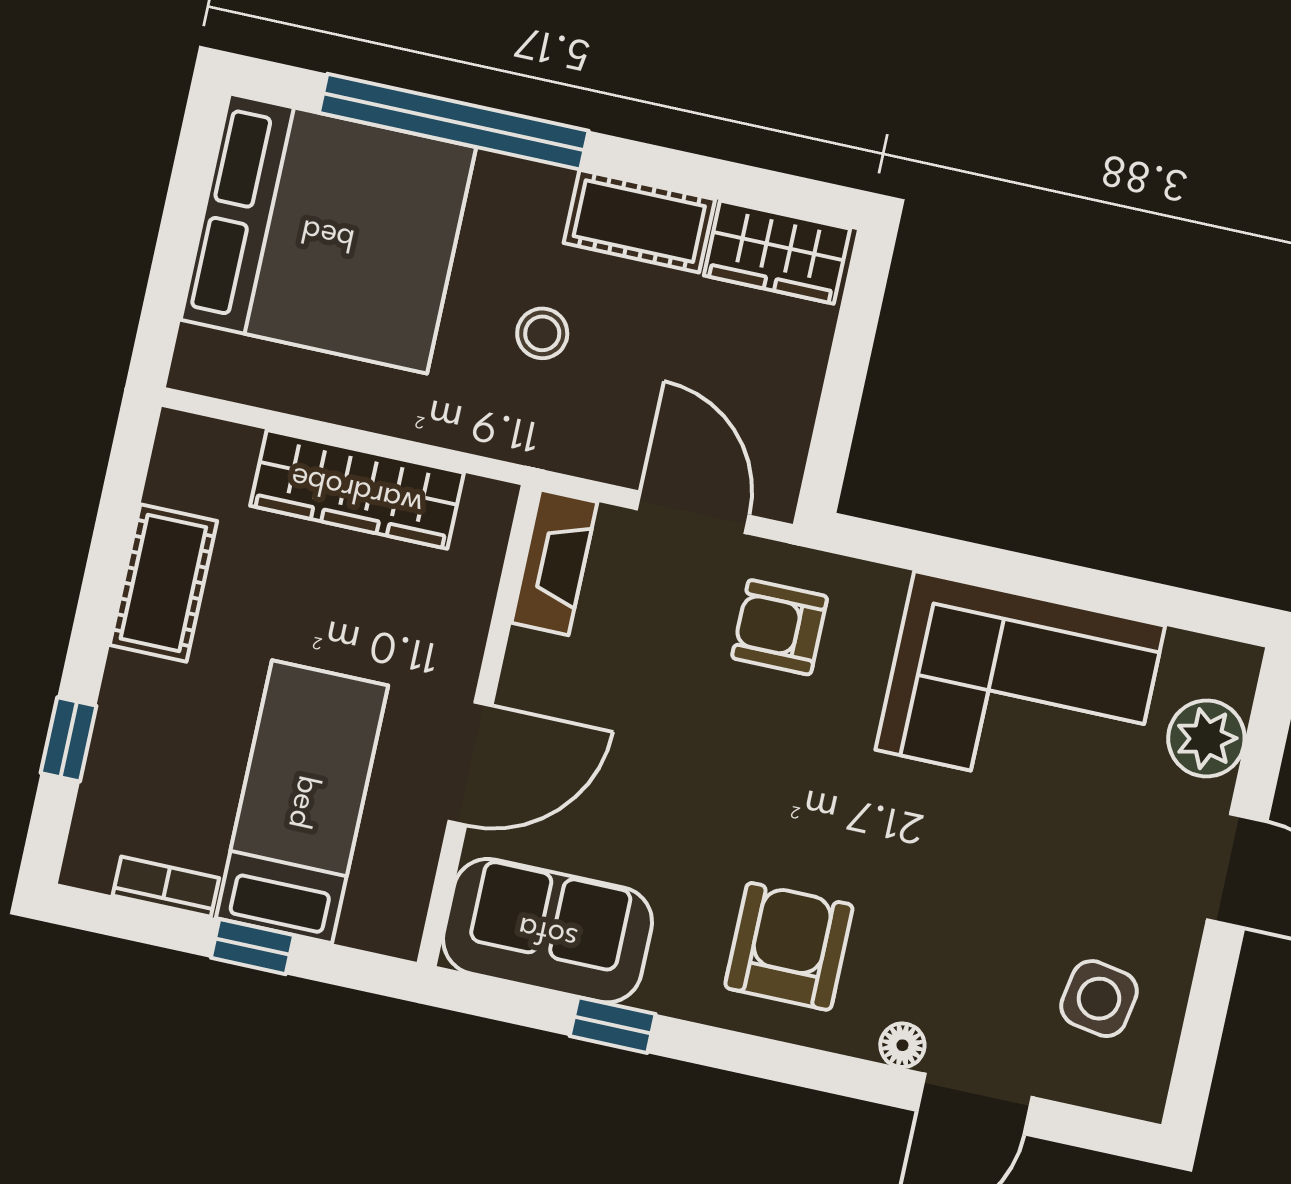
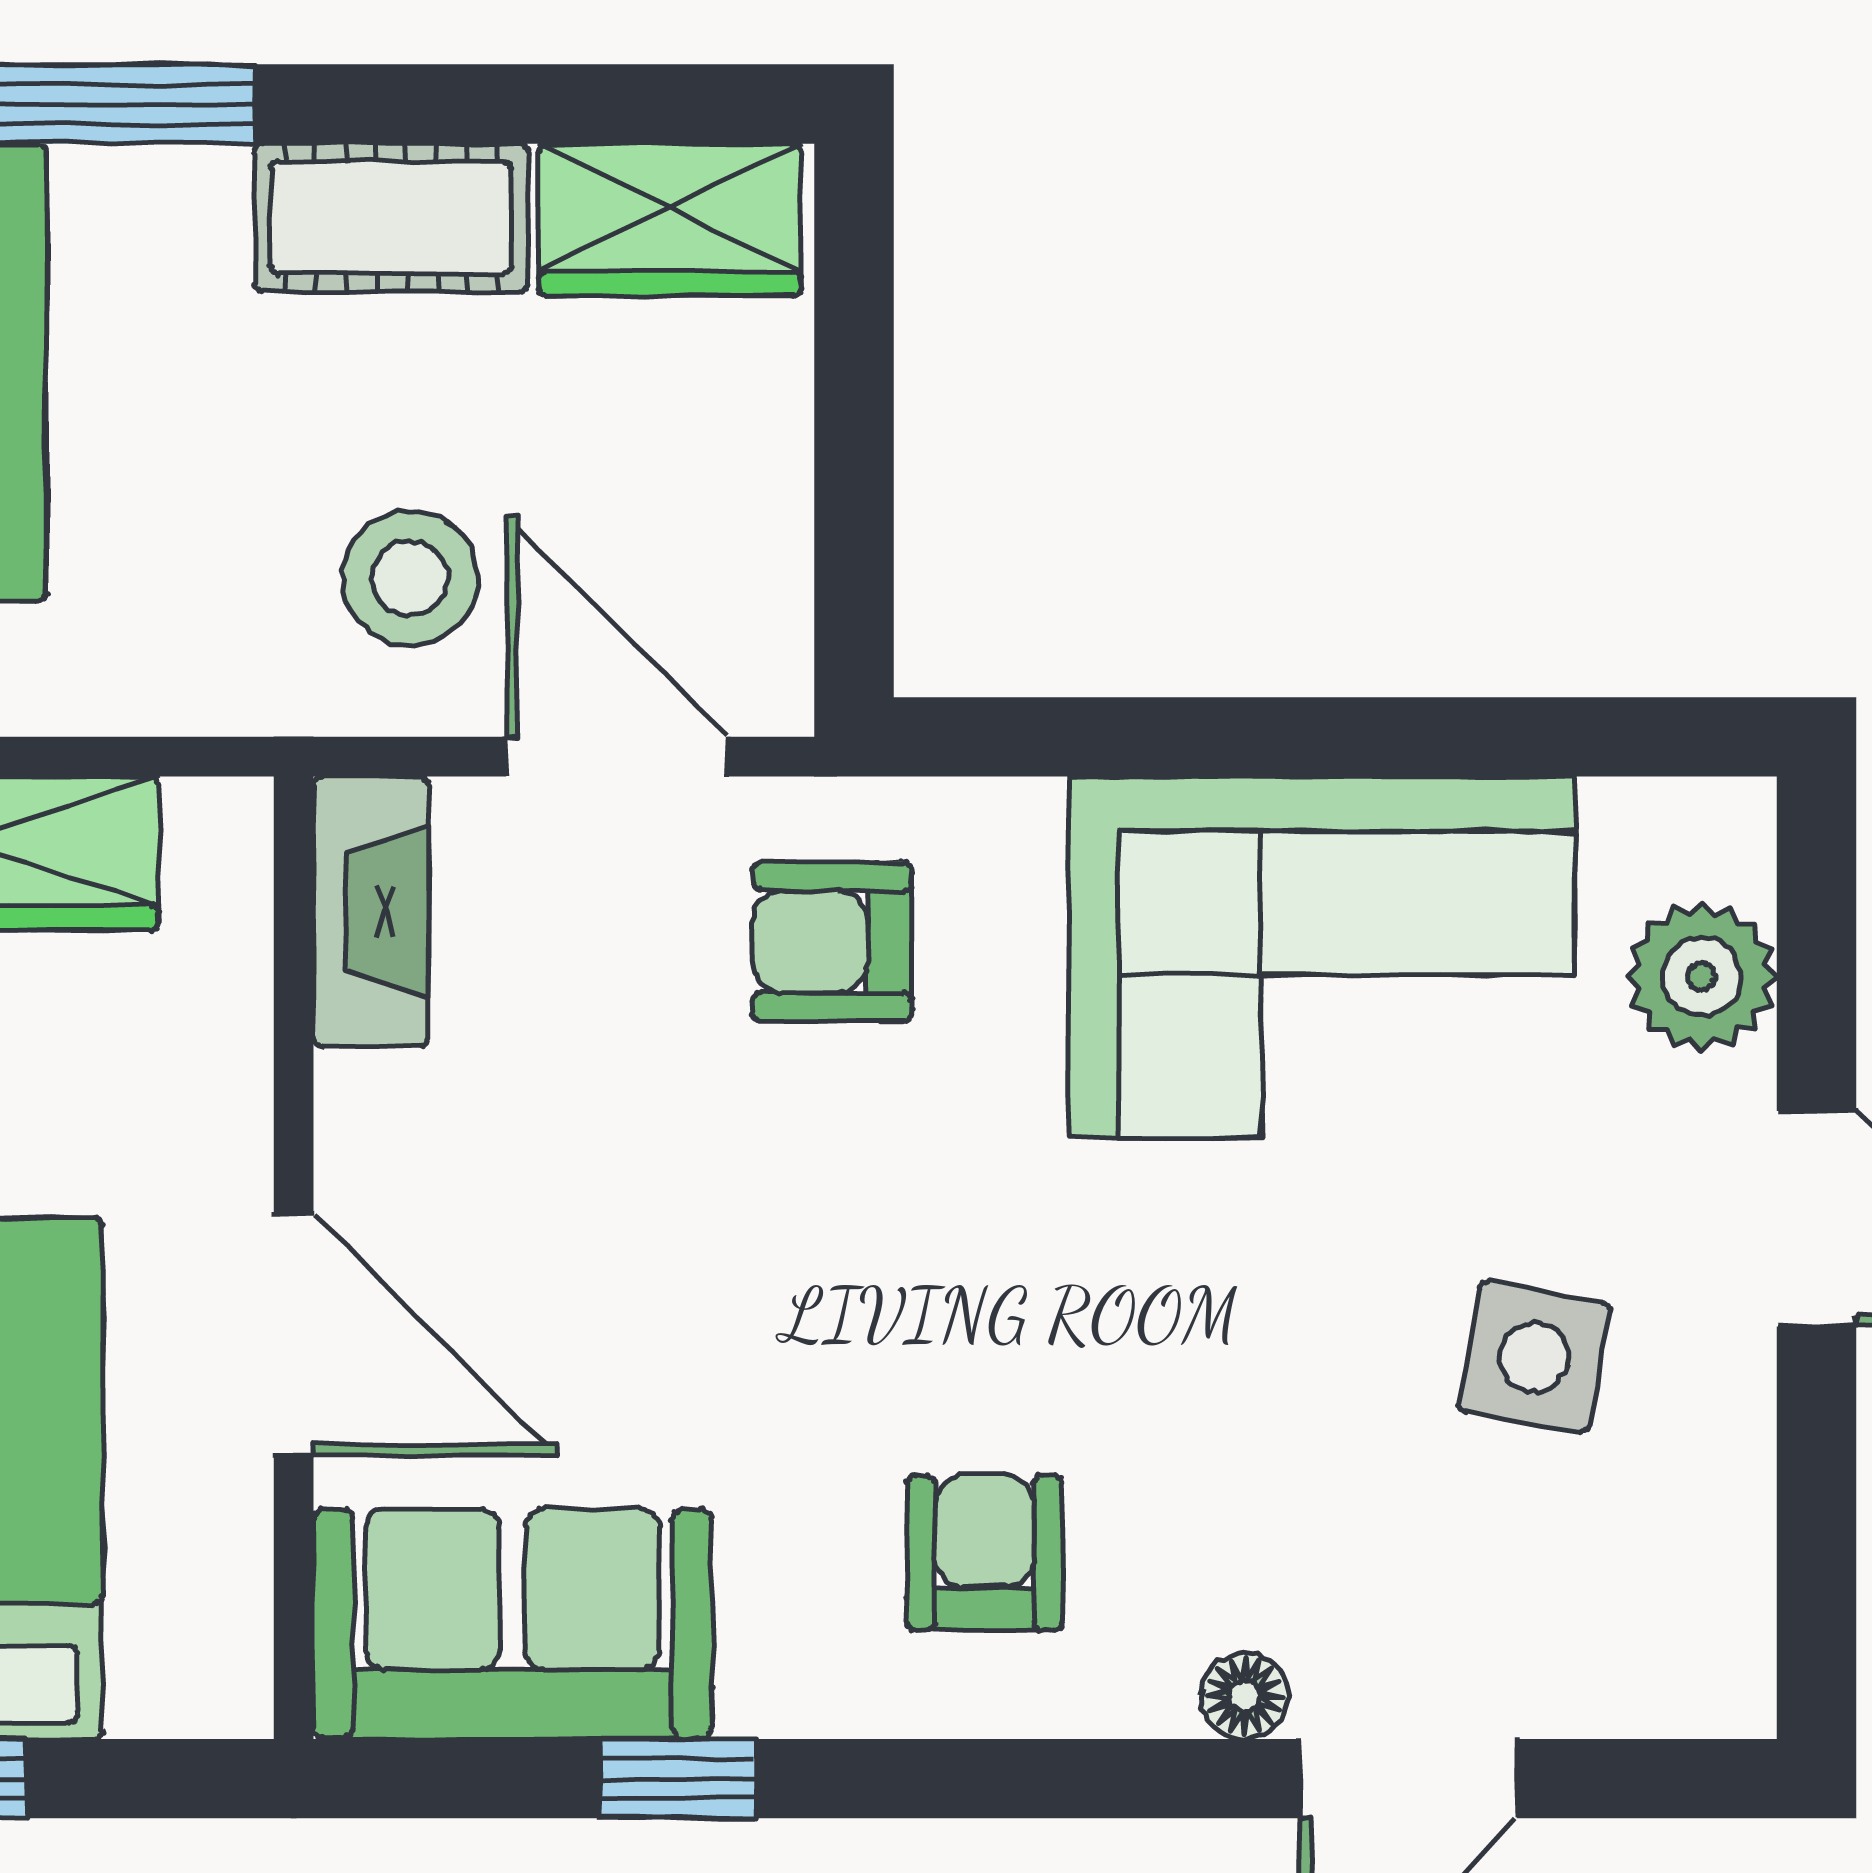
stool: (542, 333) -> (410, 578), moved, width x1.37, depth x1.37
door: (470, 764) -> (294, 1334), hinge flipped
armchair: (789, 946) -> (984, 1553), width x0.72, depth x0.72
side table: (1099, 999) -> (1534, 1357), moved

